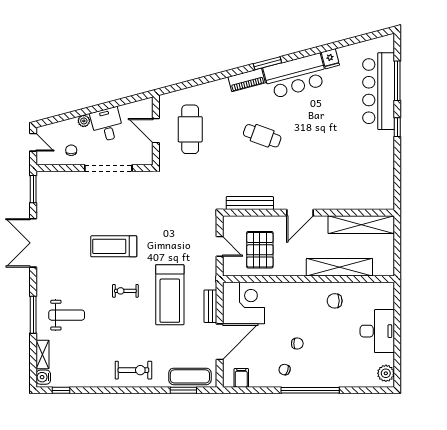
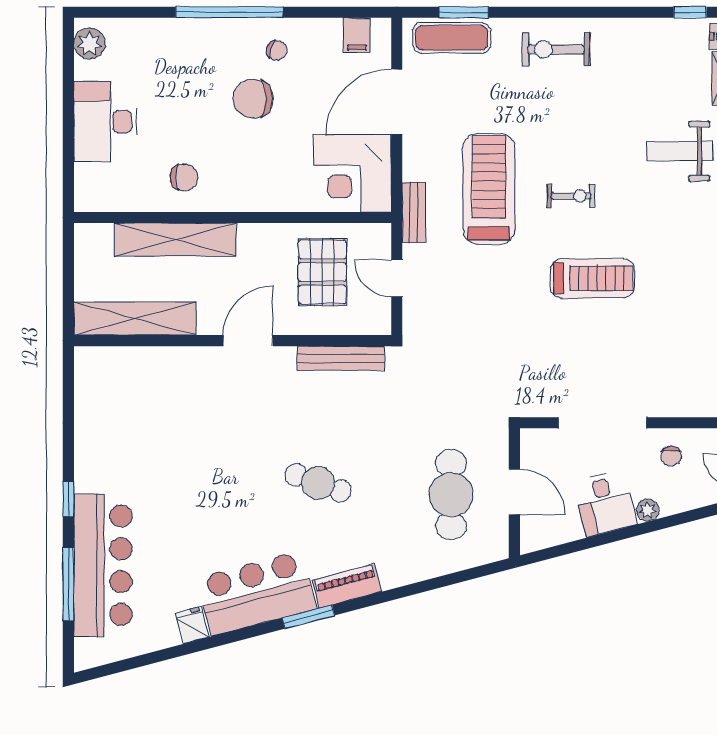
bench: (210, 306) -> (414, 212), moved
chair: (297, 344) -> (253, 99), width x1.87, depth x1.87

